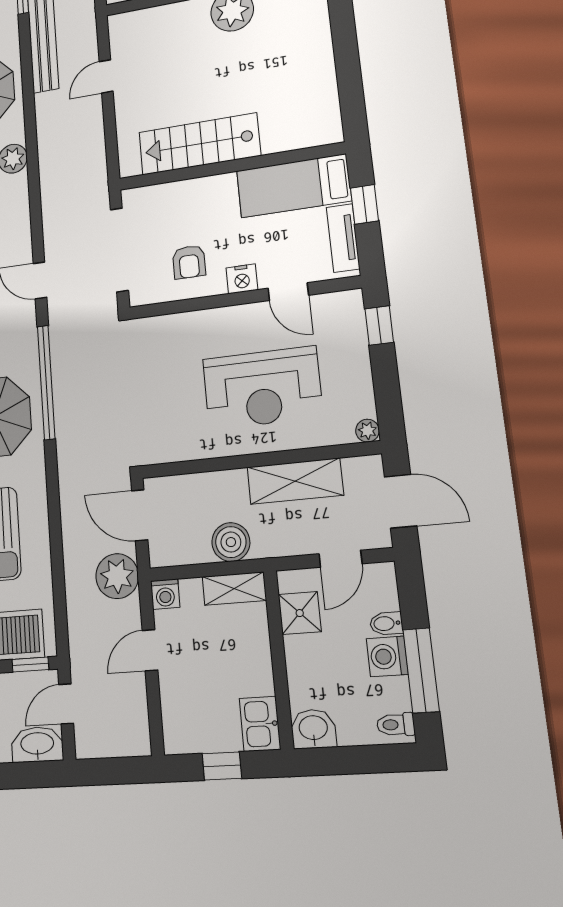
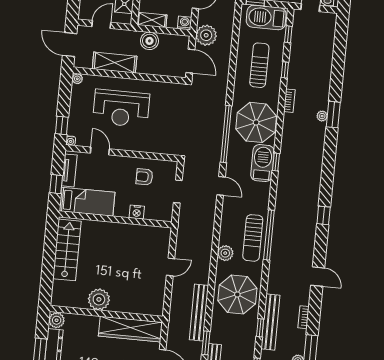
door: (106, 76) -> (171, 267), moved
stairs: (199, 144) -> (67, 250), moved, turned -90
doorway: (119, 250) -> (178, 191), width x0.53
armchair: (189, 262) -> (144, 177), turned -90
nightstand: (242, 279) -> (137, 212), moved, turned 180
water cooler: (353, 298) -> (71, 141), added
reception desk: (262, 388) -> (121, 108), turned 180

